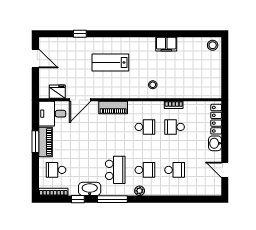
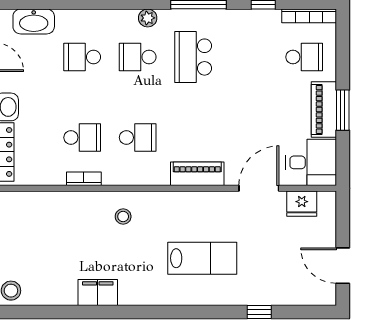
school desk: (145, 127) -> (138, 138), turned 180
washbasin: (90, 189) -> (34, 21), moved

